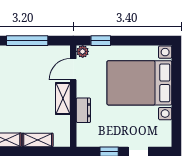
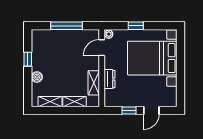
window: (101, 41) -> (136, 26), moved
shelving: (63, 99) -> (94, 83), moved

